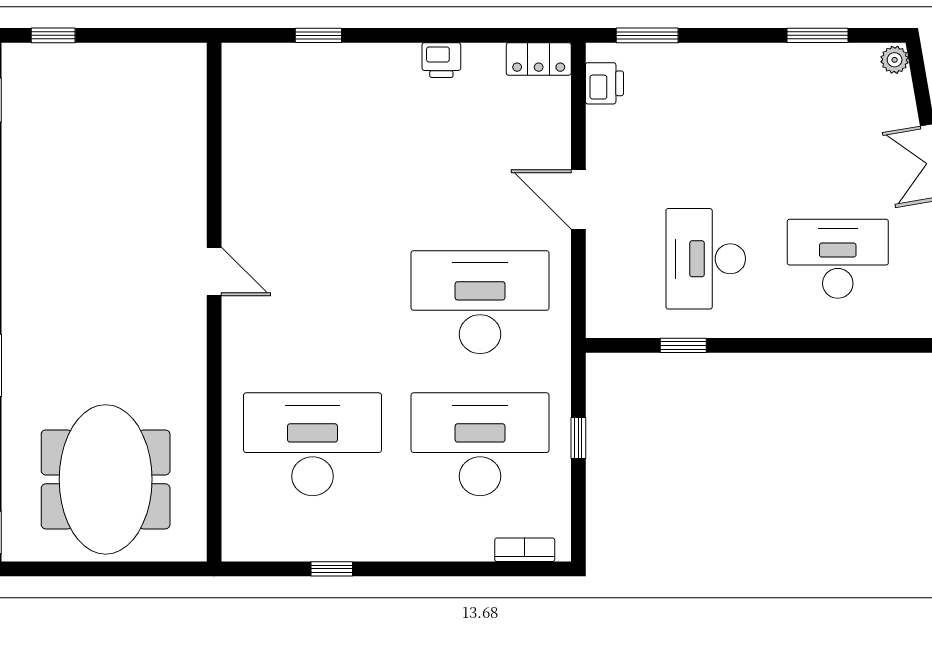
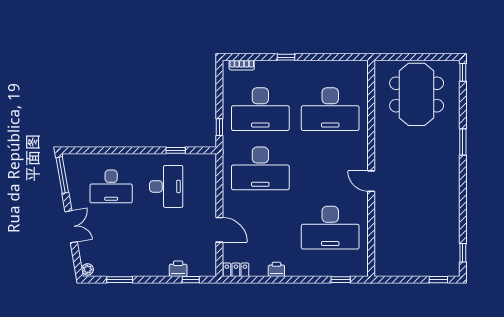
window: (318, 35) -> (341, 280), moved
window: (647, 35) -> (191, 280), width x0.67
printer: (604, 83) -> (178, 269), moved, turned 90
desk: (312, 160) -> (330, 228), added
door: (578, 199) -> (219, 230), moved
window: (578, 438) -> (219, 127), moved
window: (332, 569) -> (286, 57), moved

